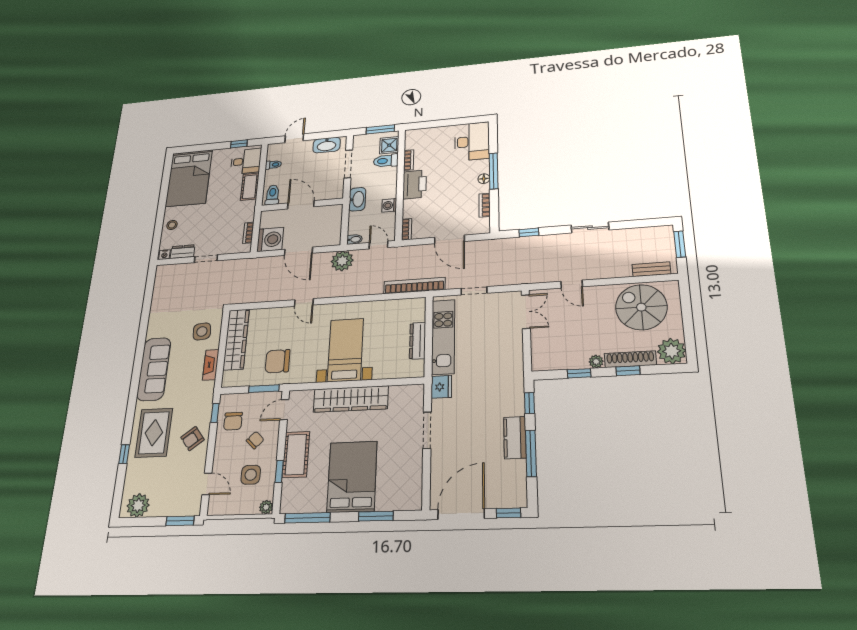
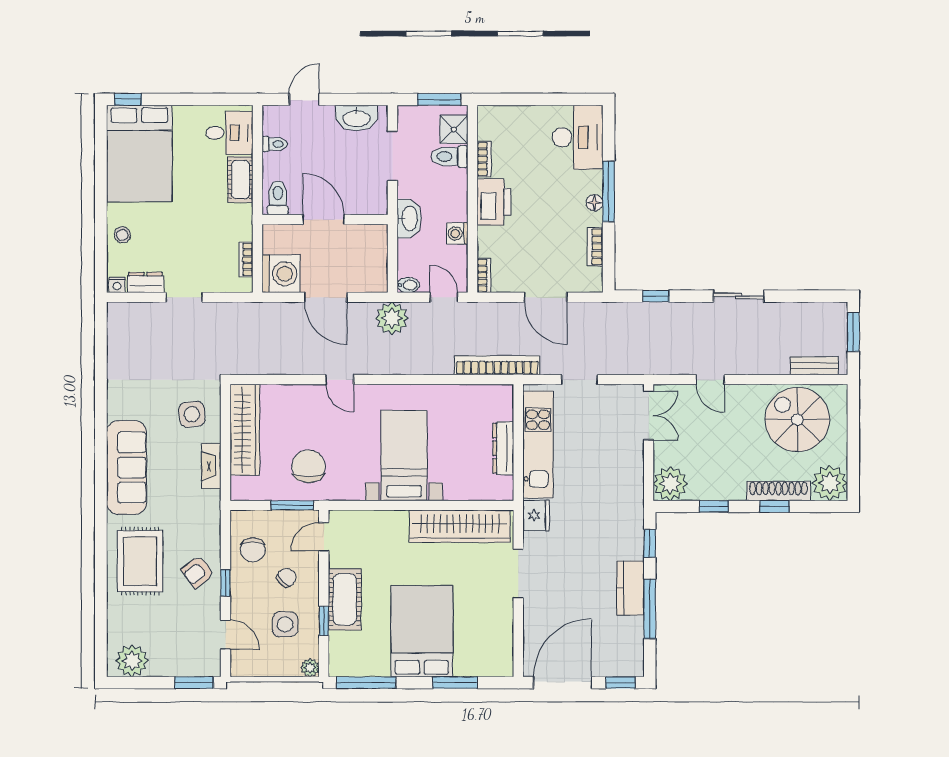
window: (239, 144) -> (128, 99), moved
chair: (278, 361) -> (308, 466), turned 90
plant: (596, 362) -> (670, 484), moved, width x1.88, depth x1.88
wardrobe: (351, 399) -> (460, 526), moved
window: (215, 413) -> (225, 583), moved
window: (124, 454) -> (101, 590), removed

